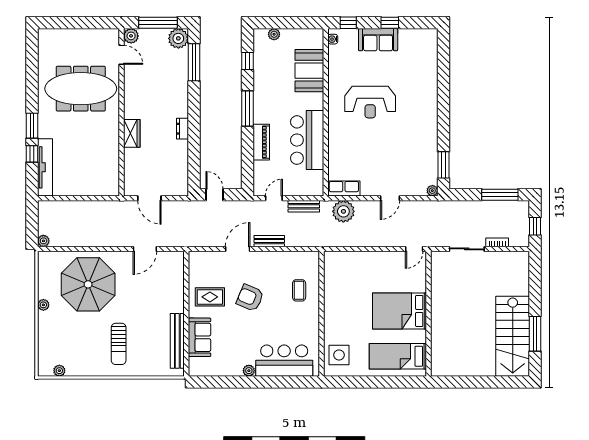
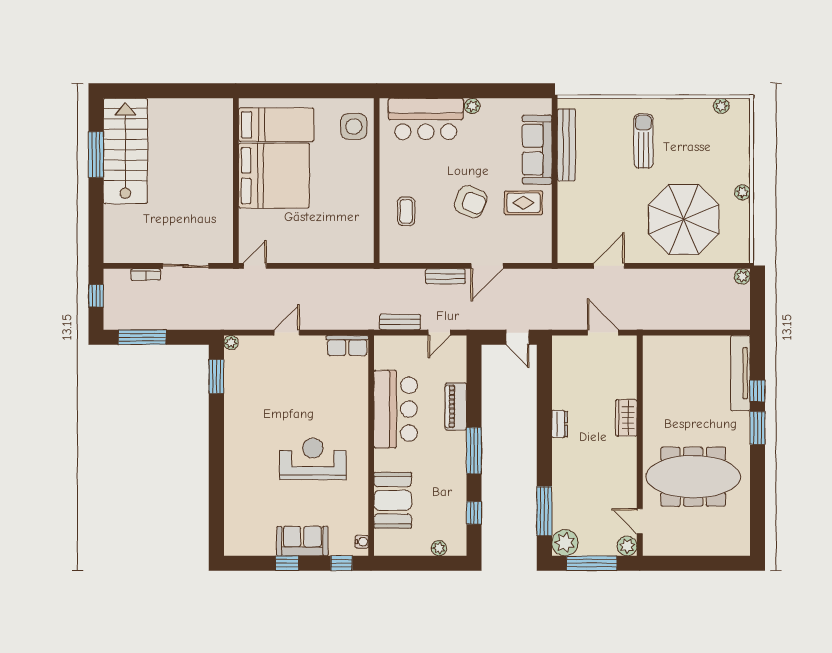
plant: (343, 211) -> (348, 315), removed
bed: (400, 311) -> (274, 176), width x1.36
sofa: (200, 337) -> (537, 150), width x1.36

